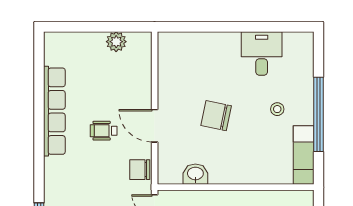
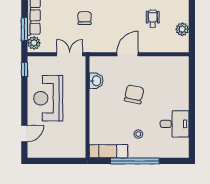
wheelchair: (104, 131) -> (153, 19), moved
chair: (140, 170) -> (85, 18), moved

